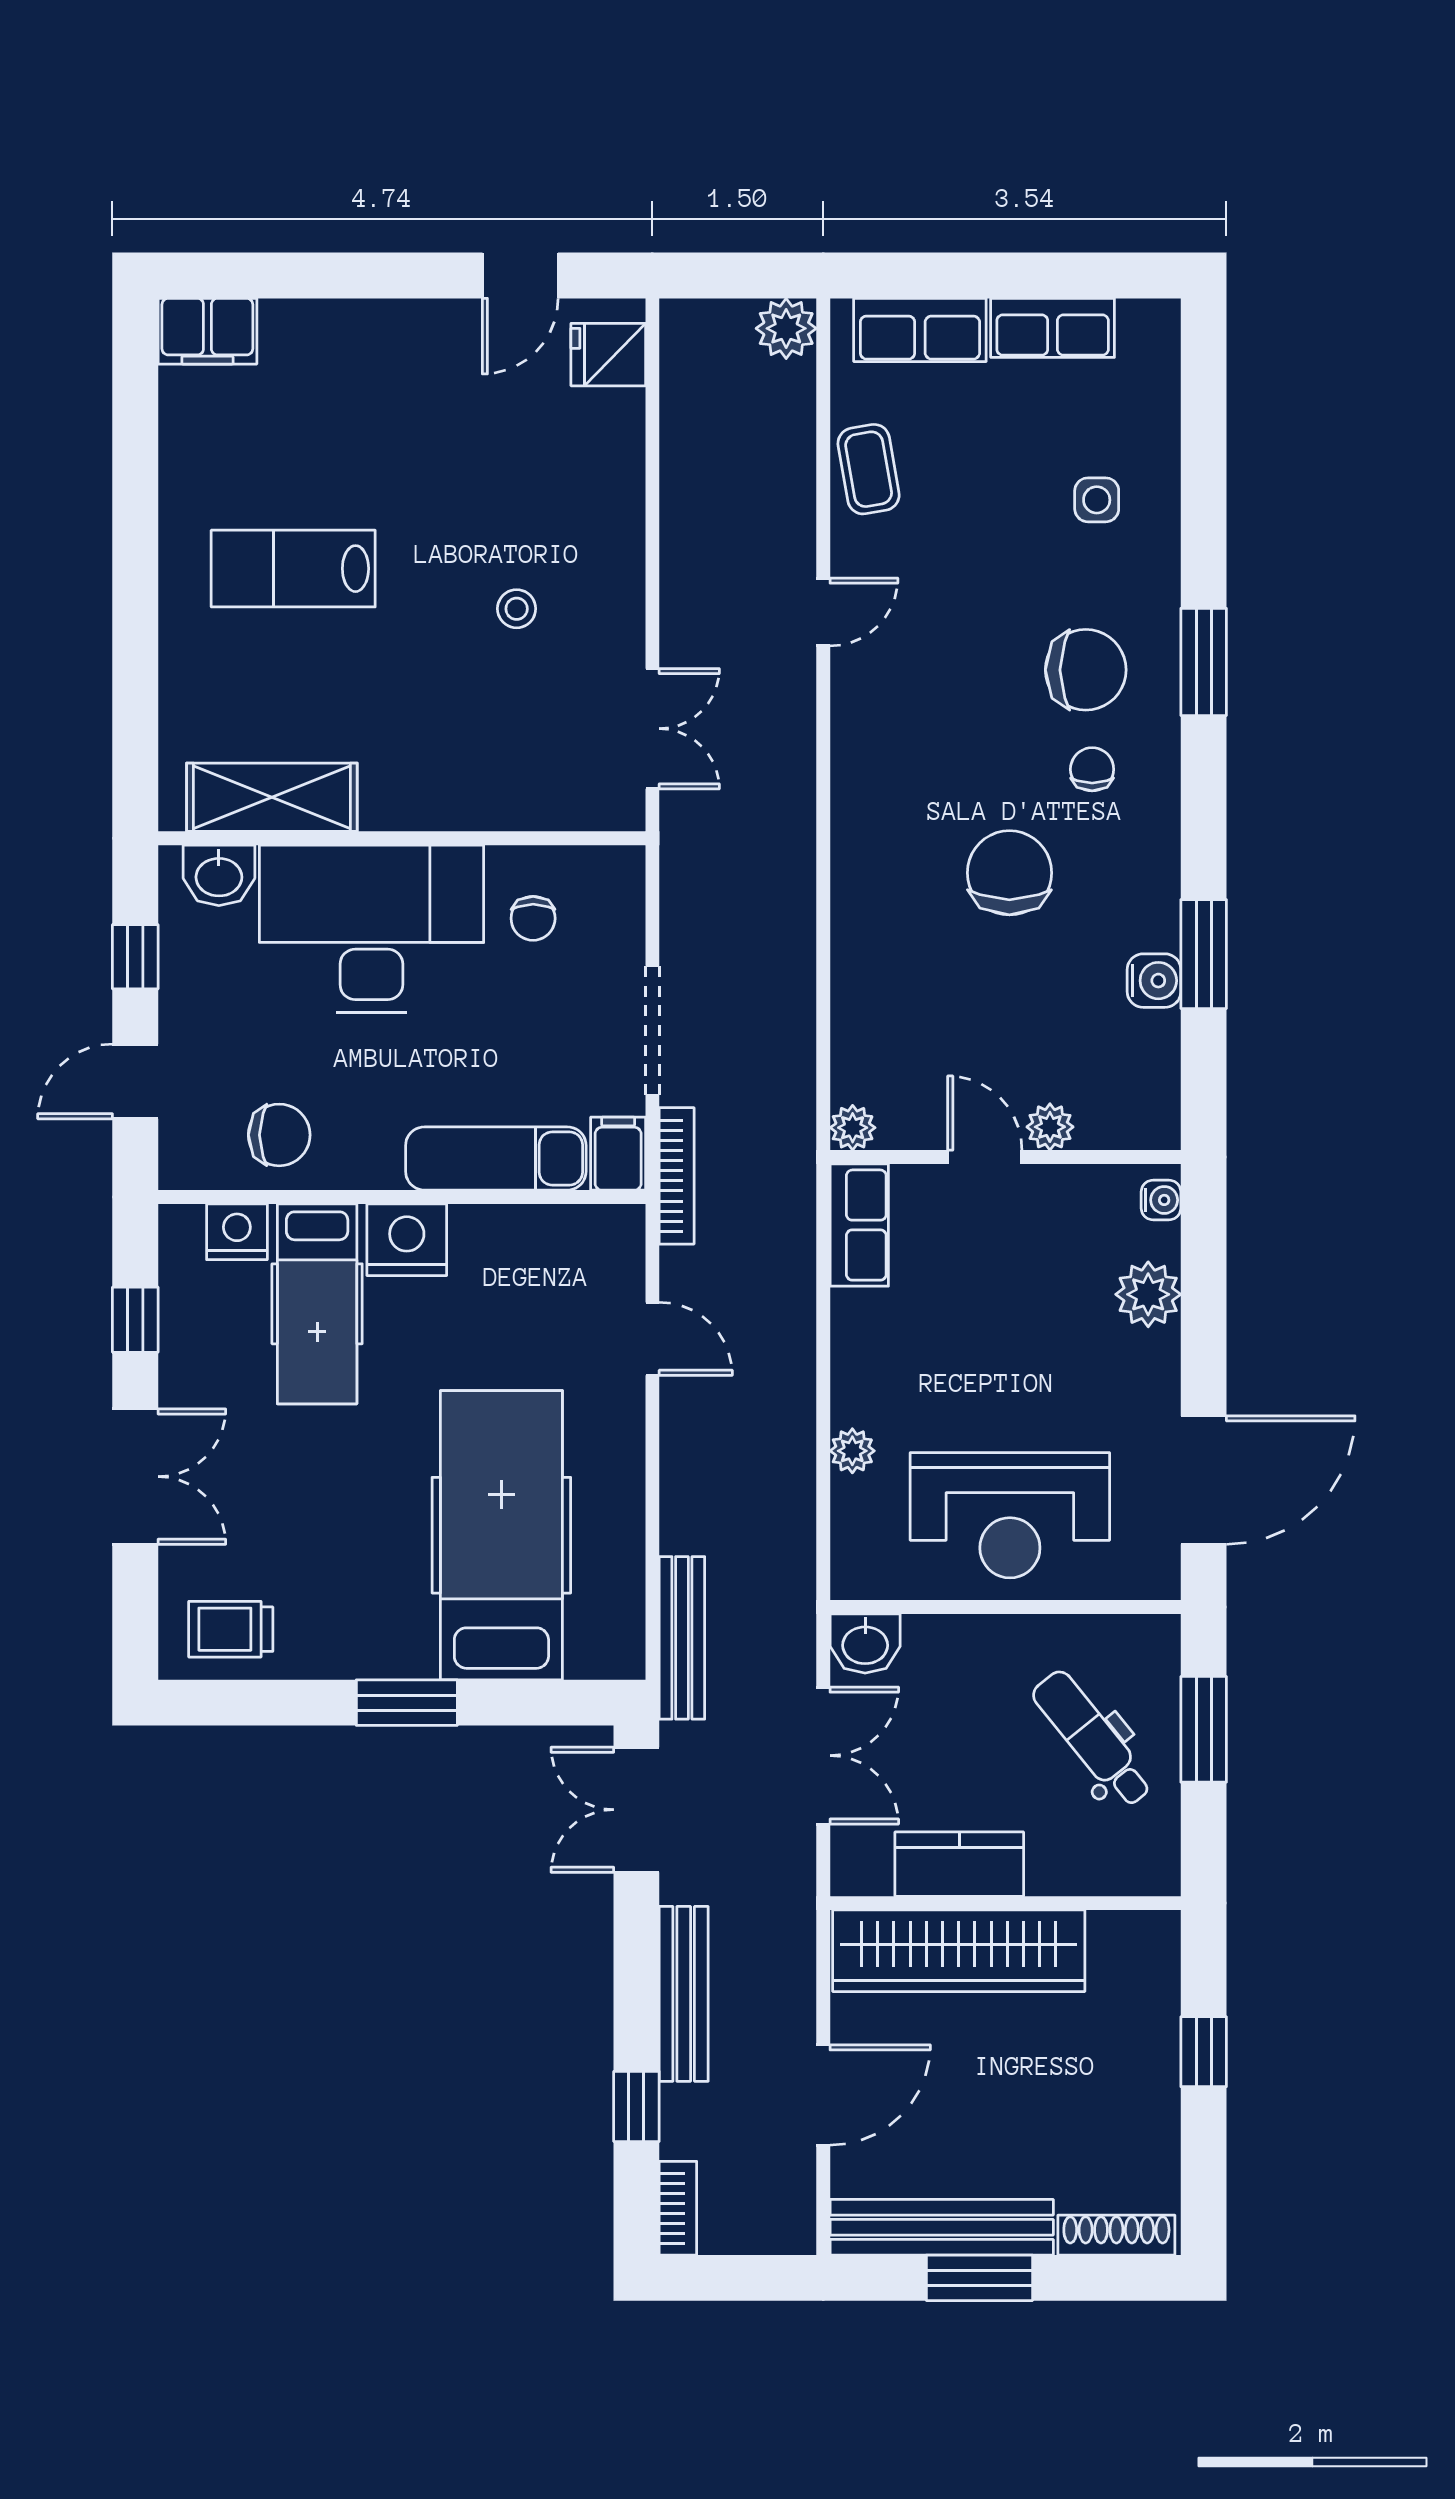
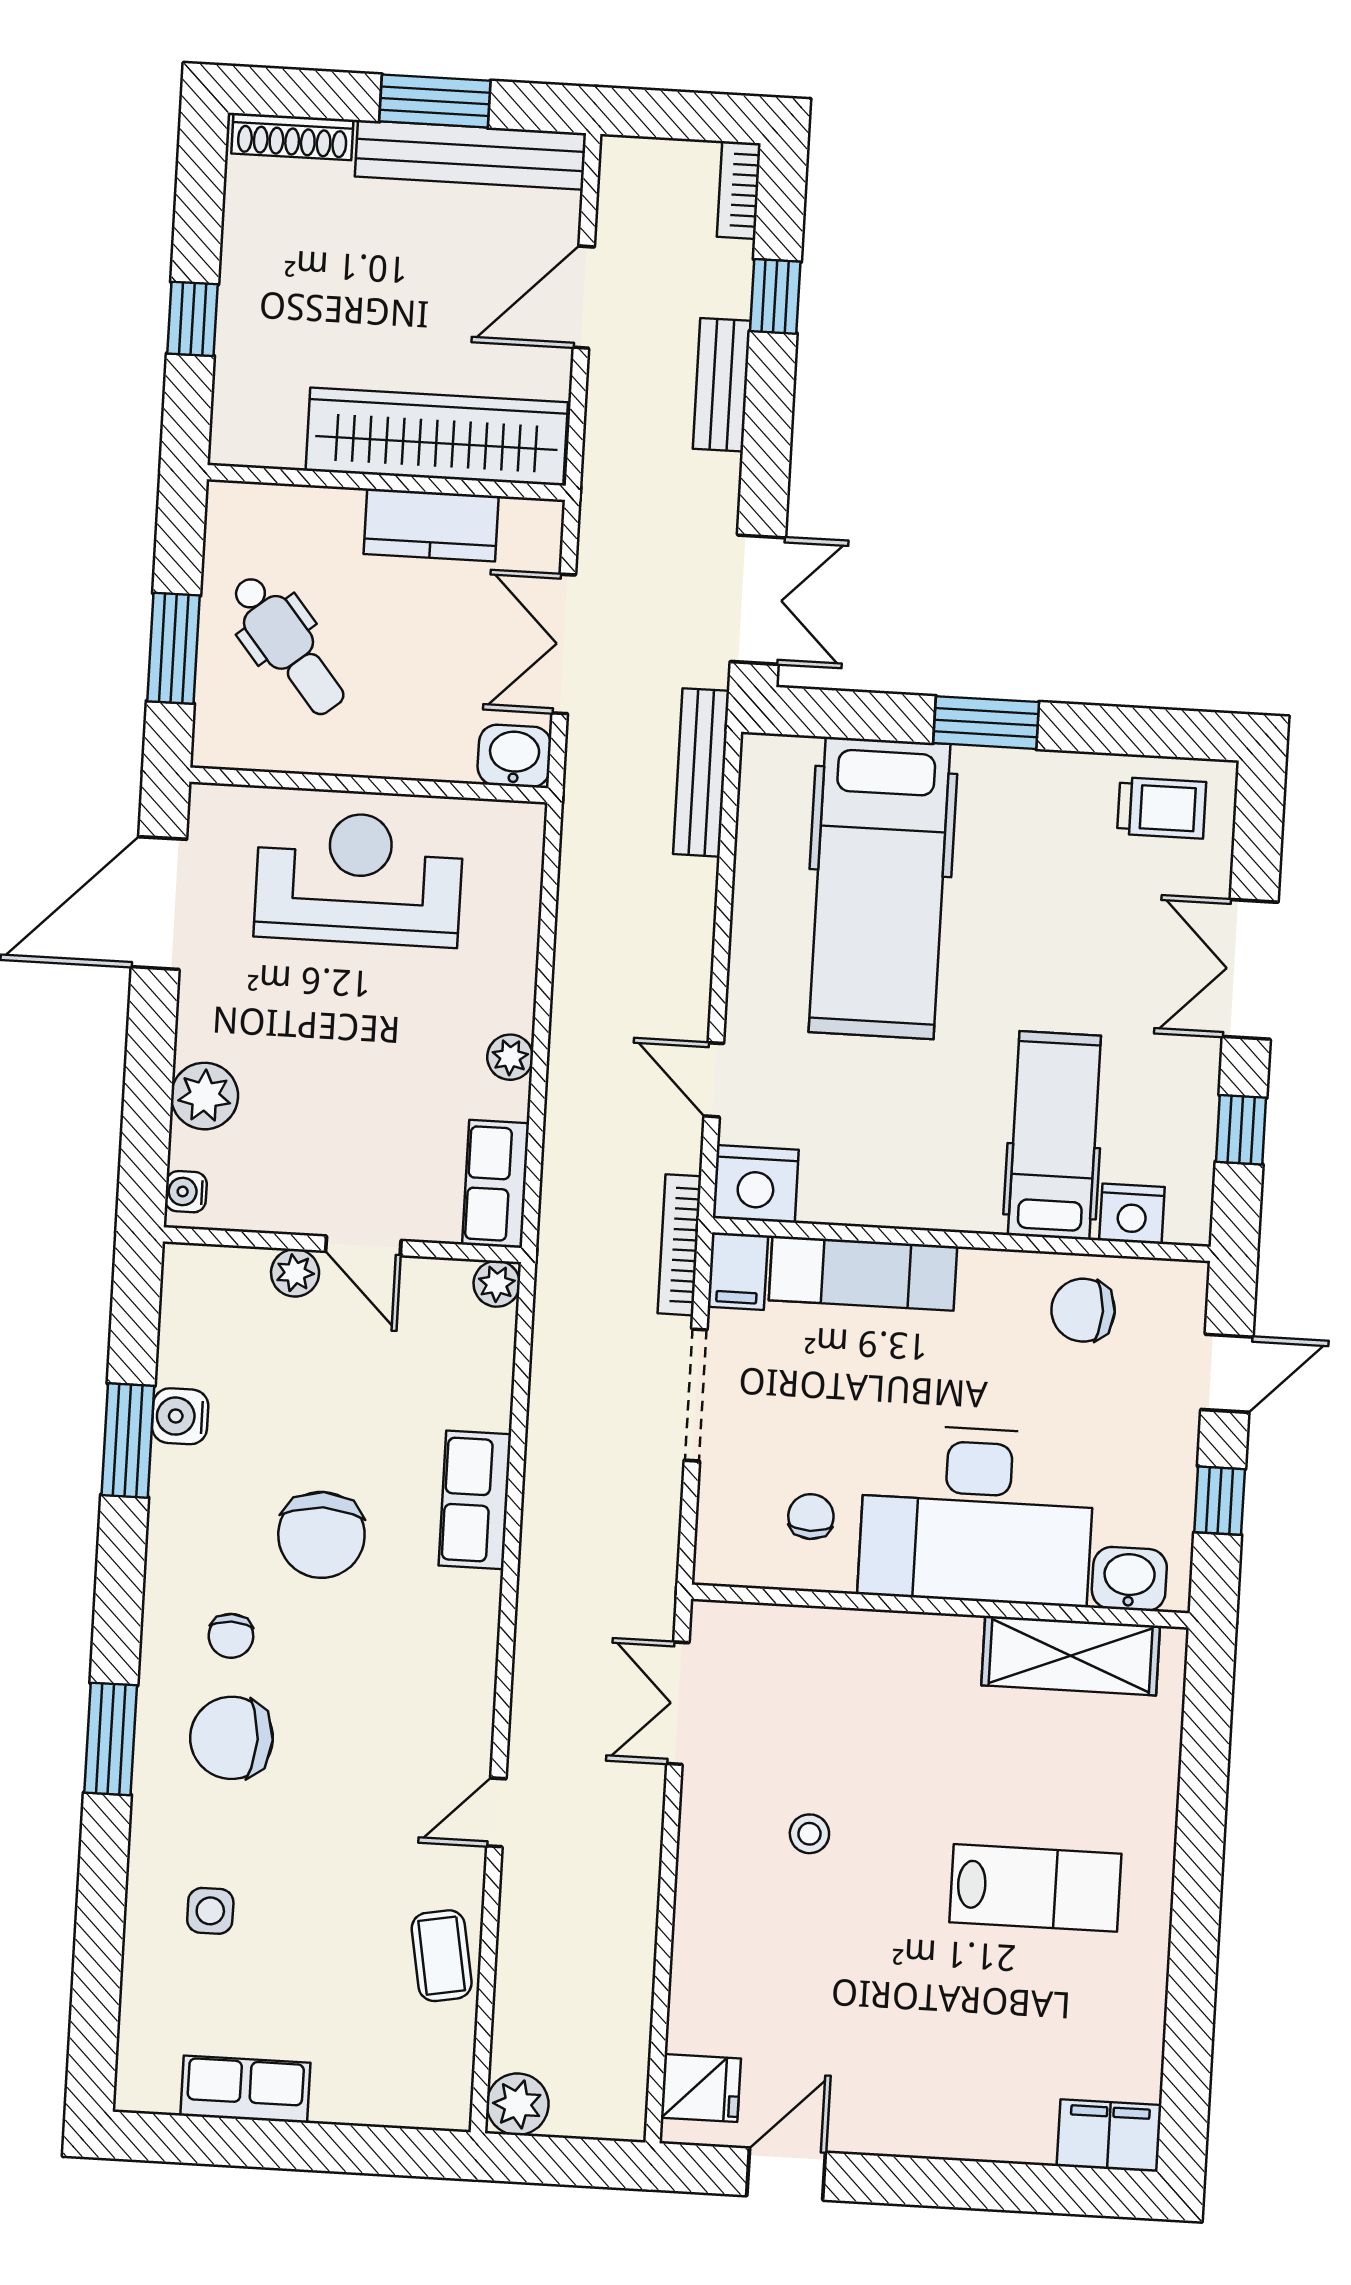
row of seats: (920, 330) -> (475, 1500), moved, turned -90
nightstand: (407, 1240) -> (756, 1184), moved
plant: (852, 1451) -> (510, 1057), moved
bench: (684, 1994) -> (722, 385), width x0.73

